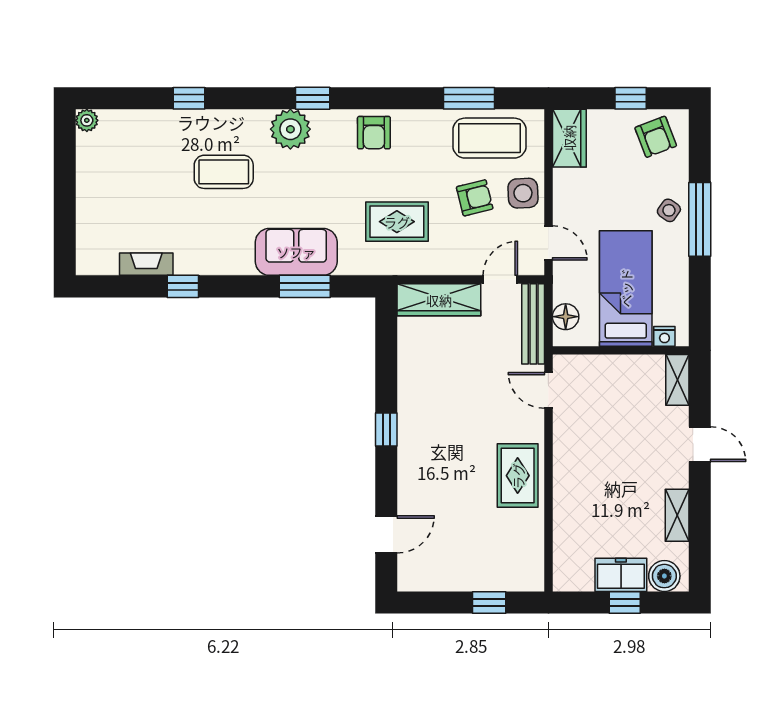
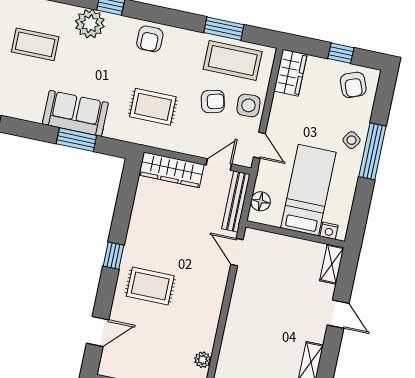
rug: (518, 476) -> (150, 286), moved, turned 90
plant: (533, 542) -> (203, 360), added

